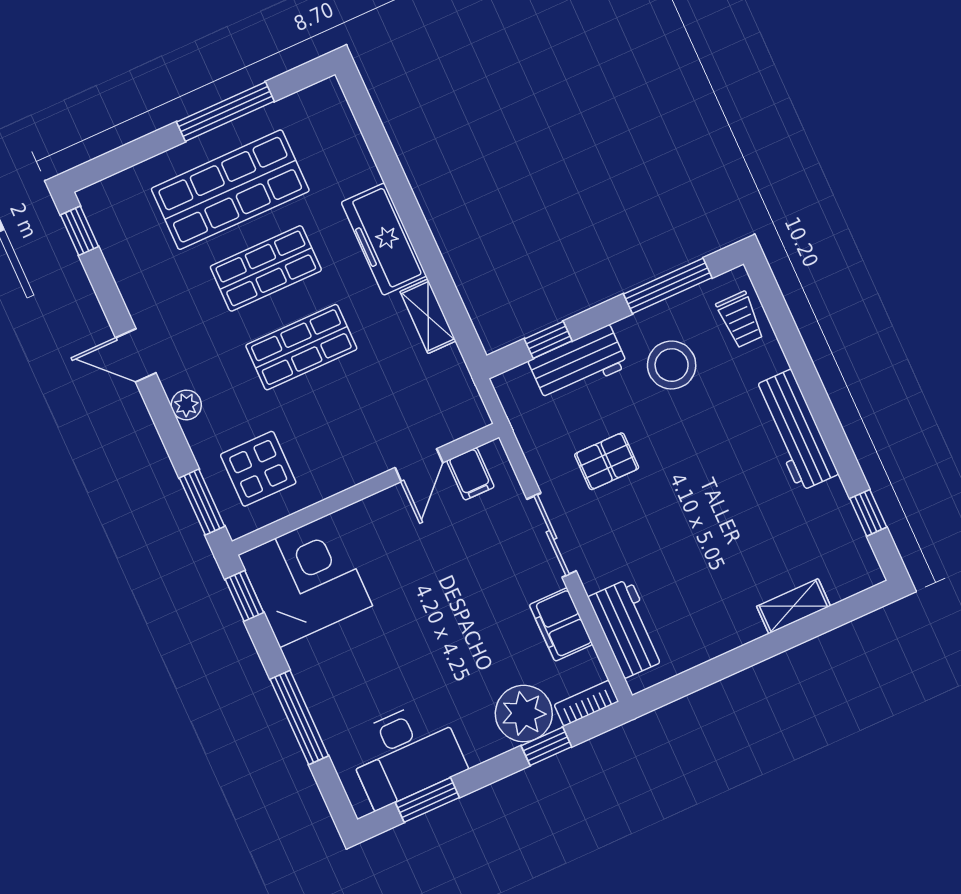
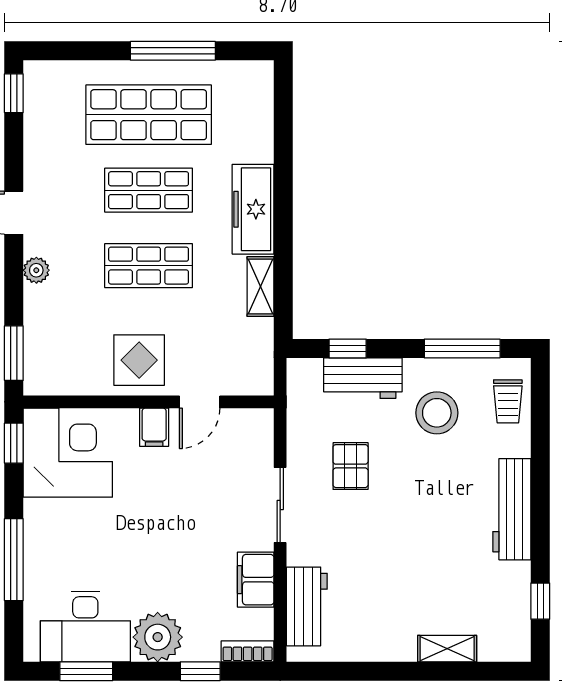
pallet: (607, 461) -> (351, 466), turned 90
display table: (258, 469) -> (139, 360), moved
filing cabinet: (470, 474) -> (154, 427), moved
plant: (524, 714) -> (158, 637), moved

